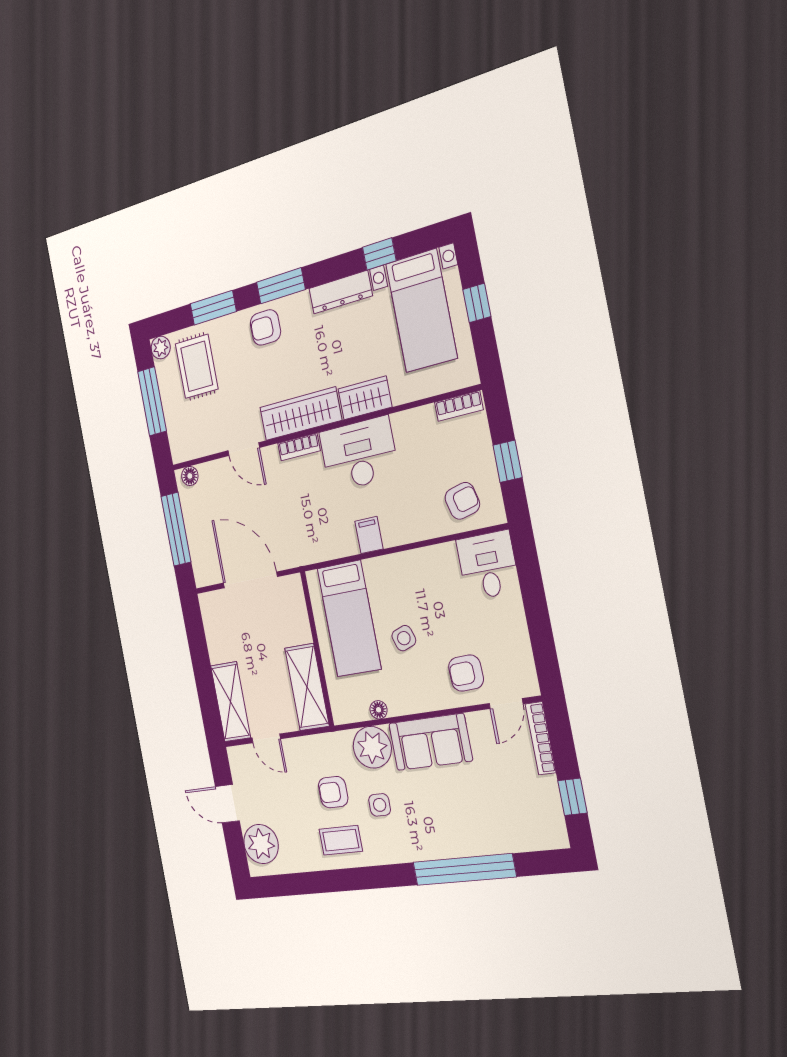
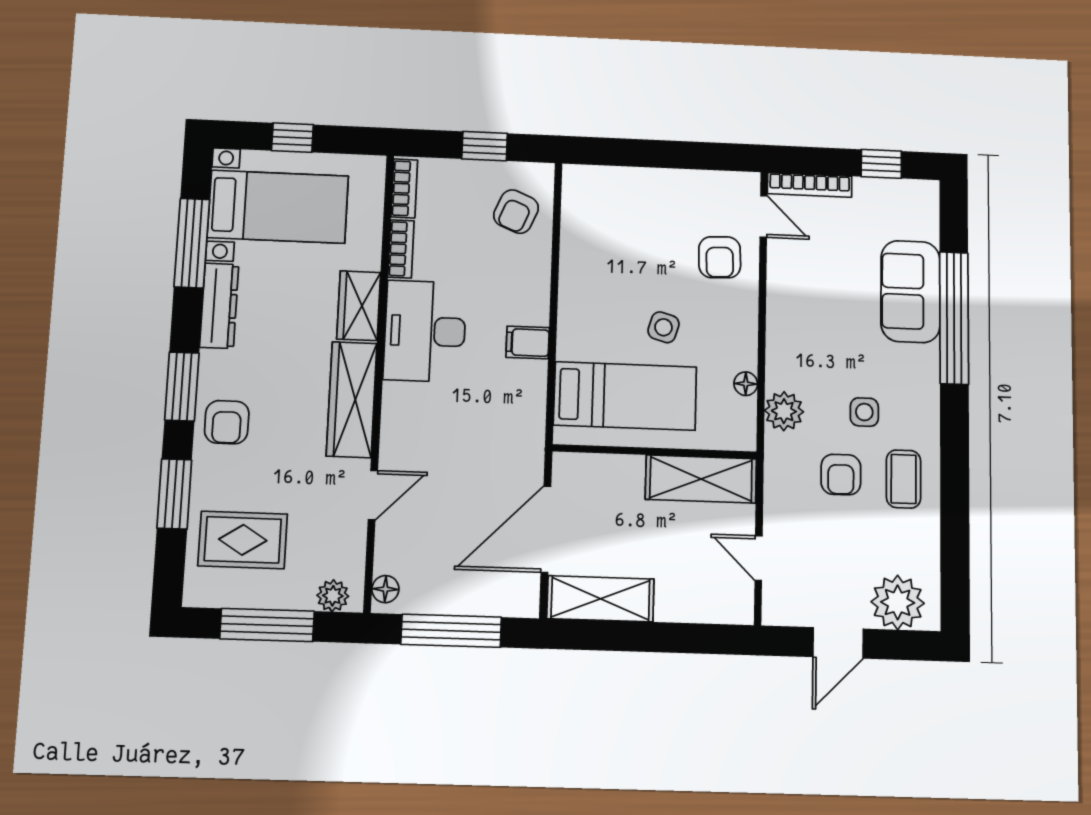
window: (379, 254) -> (192, 243), width x2.17
plant: (161, 348) -> (333, 596), moved
bookcase: (299, 447) -> (401, 249), moved
armchair: (462, 501) -> (516, 212), turned -143
desk: (488, 565) -> (599, 199), removed
side table: (404, 638) -> (664, 327), turned 35
shelving: (231, 702) -> (600, 599), moved
door: (266, 738) -> (759, 558), swing flipped
sofa: (430, 742) -> (910, 291), moved, turned 180
plant: (372, 747) -> (784, 411), width x0.73, depth x0.73

